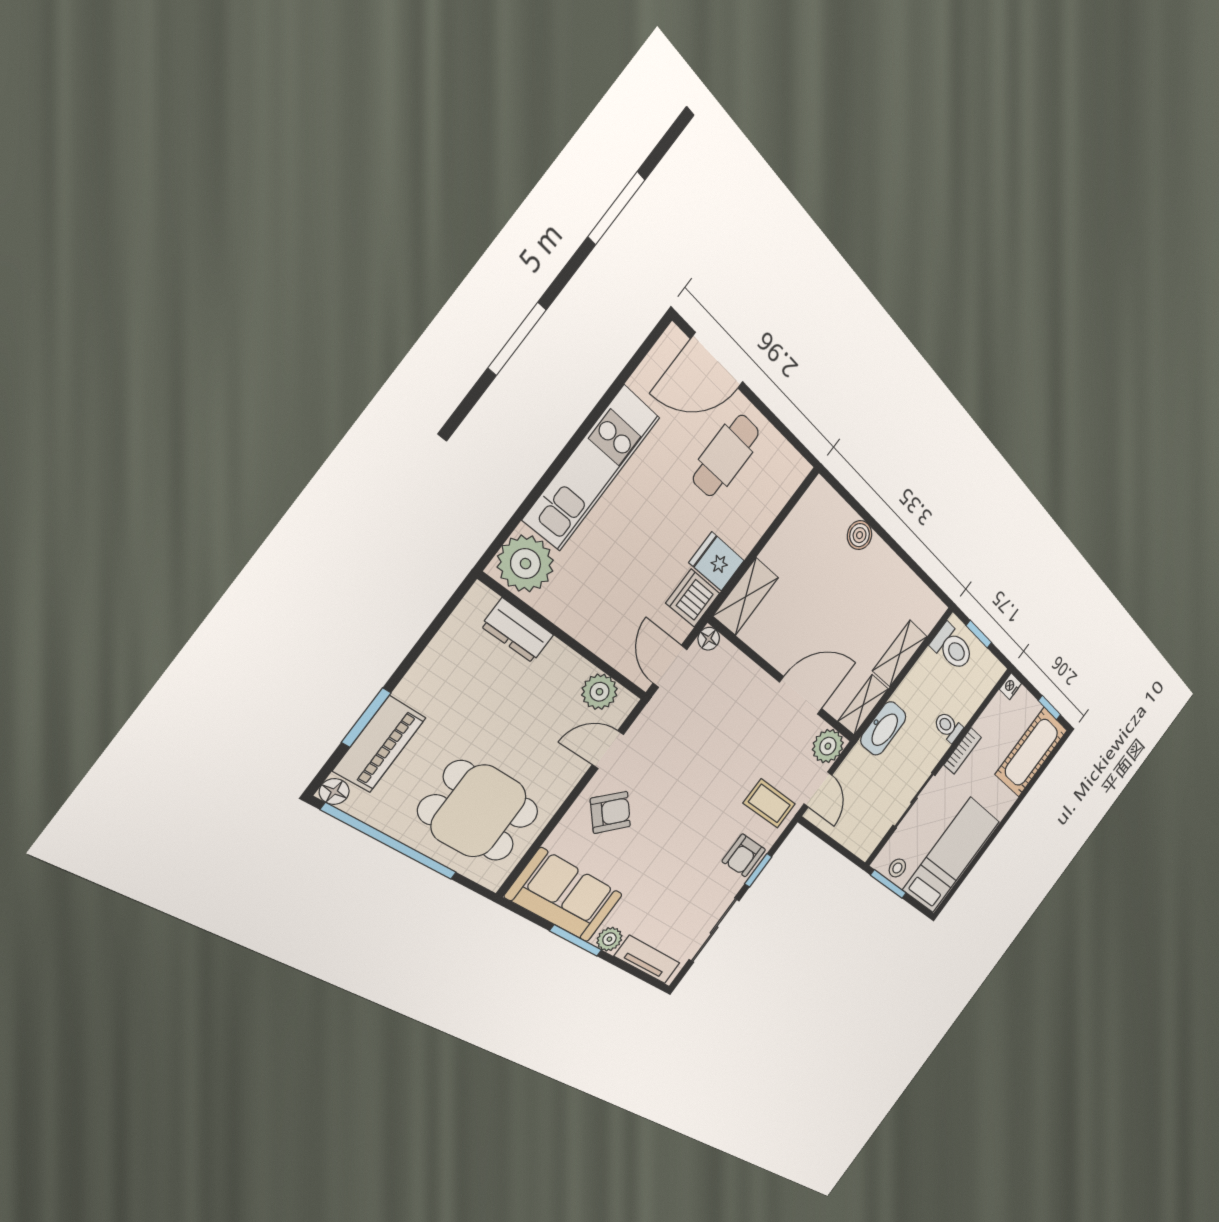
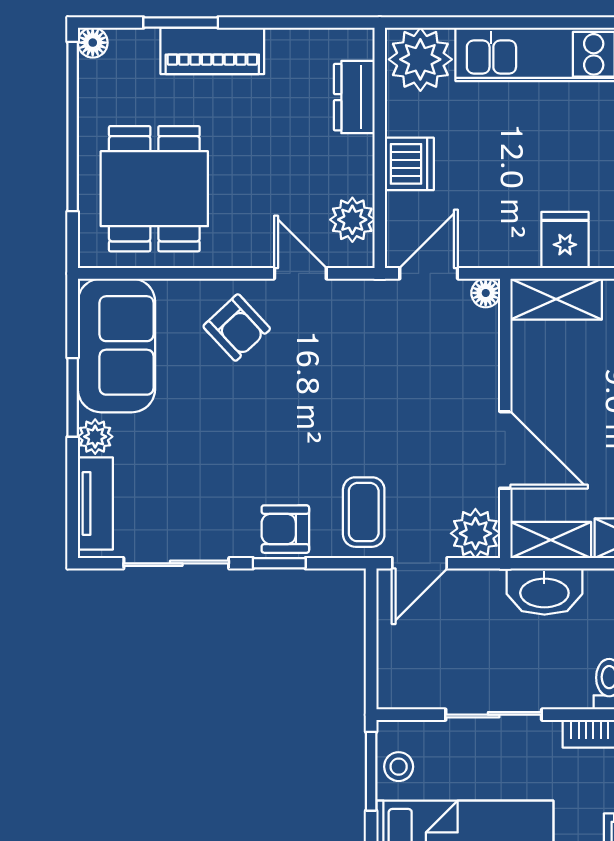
dishwasher: (693, 598) -> (409, 164), moved, turned 90
piano: (379, 744) -> (212, 51), moved

